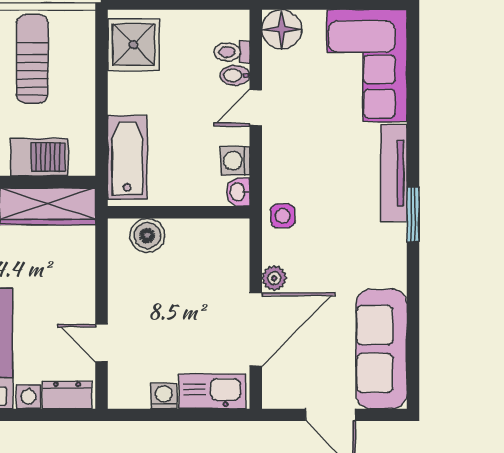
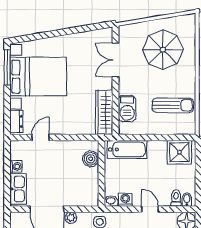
bidet: (235, 75) -> (187, 200), moved

